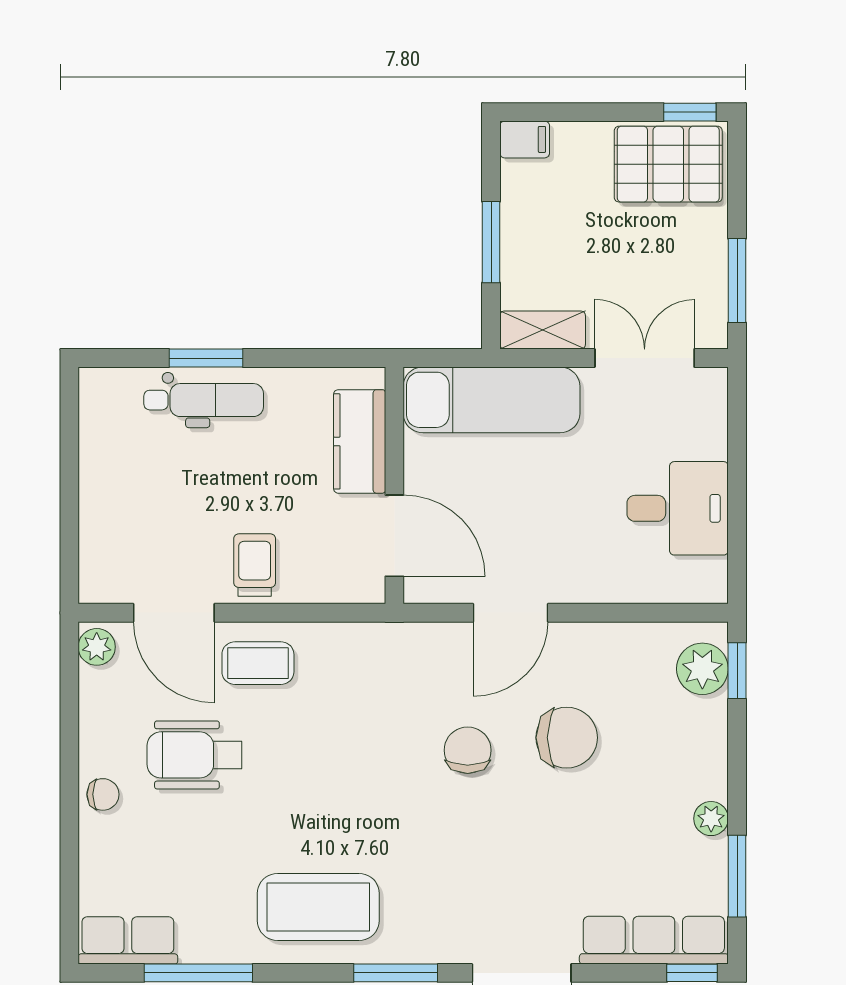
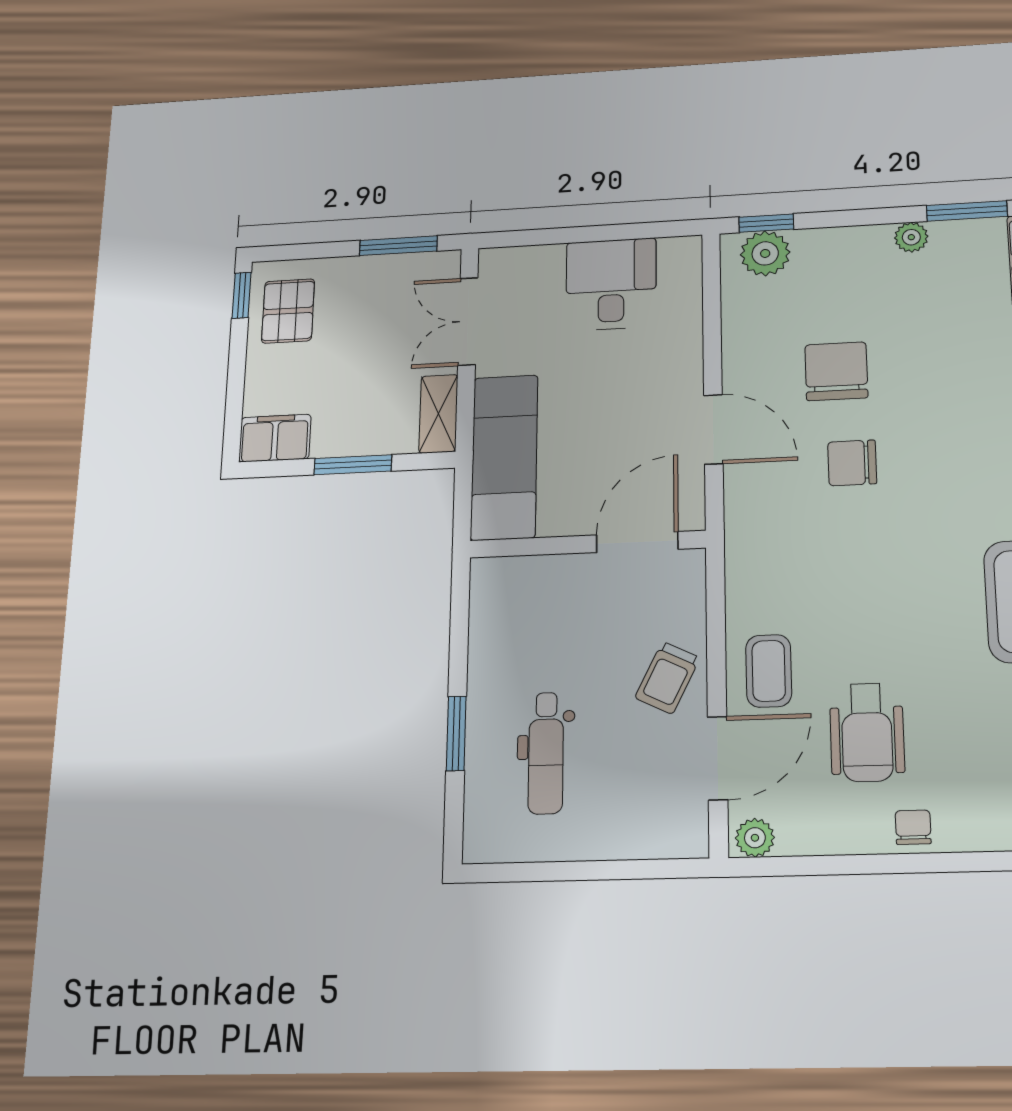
filing cabinet: (525, 139) -> (275, 438), width x2.00
pallet: (668, 164) -> (288, 311), width x0.67, depth x0.71
dental chair: (204, 400) -> (546, 753), moved, turned 180
kitchen counter: (360, 441) -> (543, 579), removed
trolley: (255, 565) -> (667, 678), turned -64

